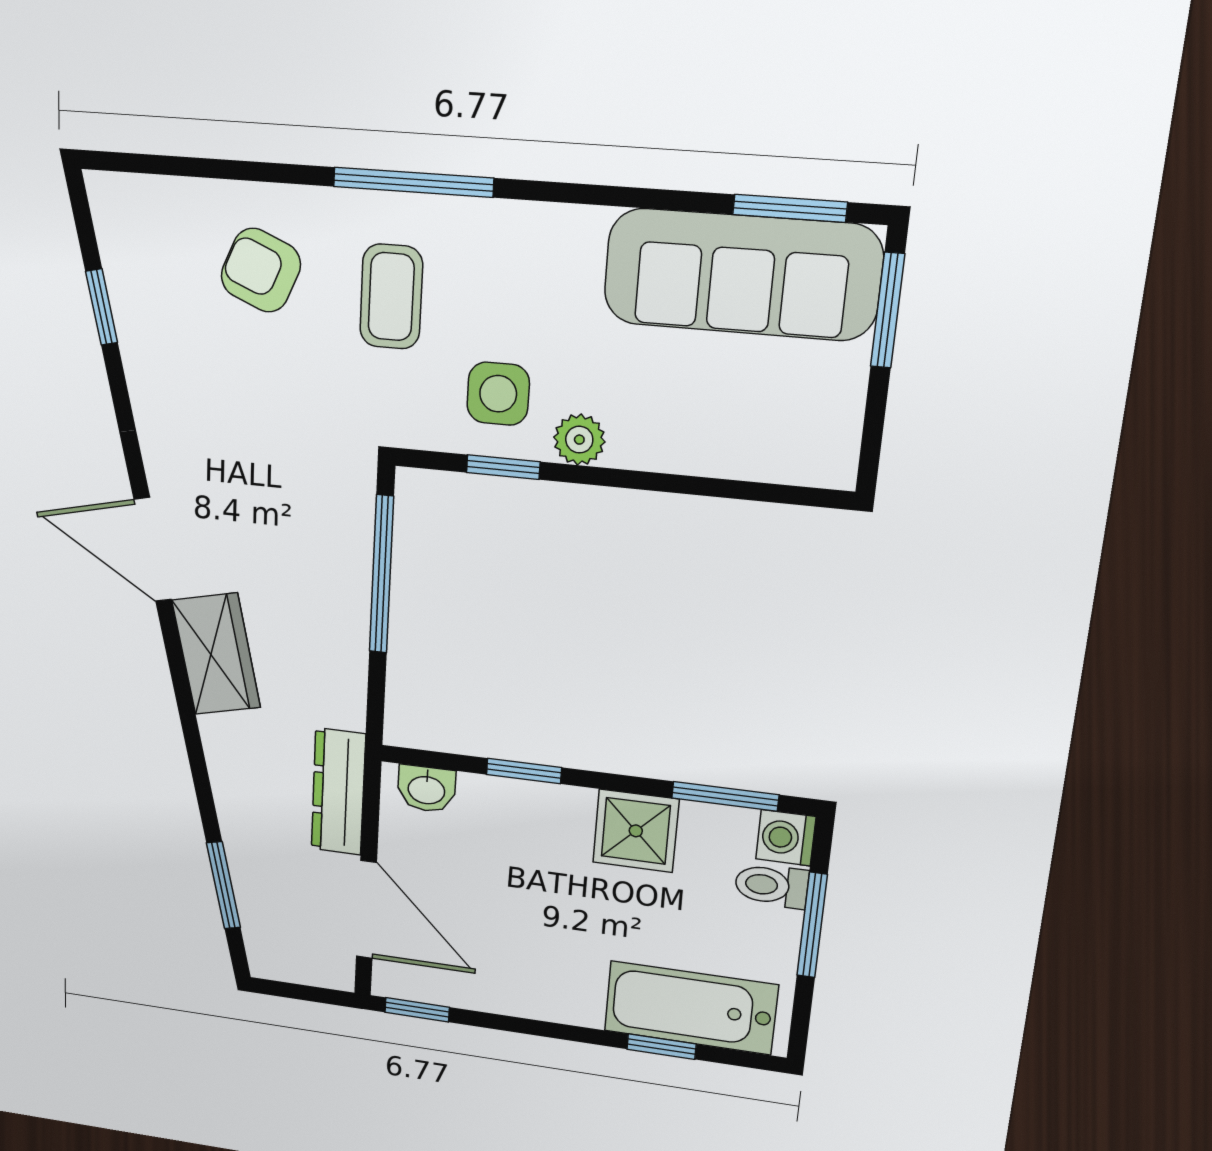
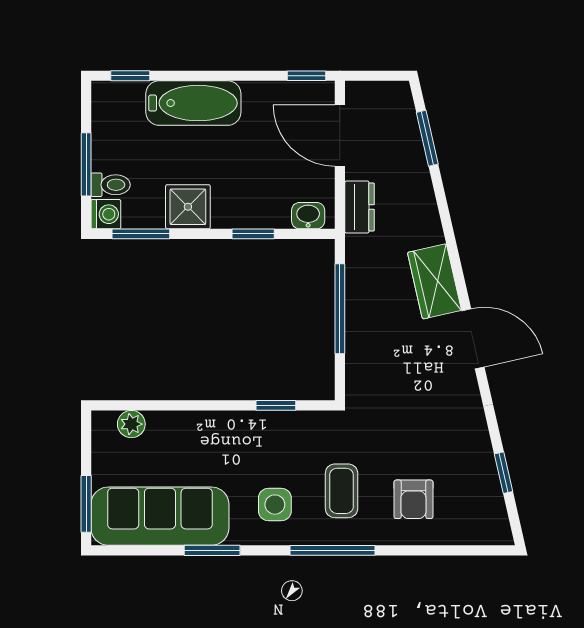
window: (790, 208) -> (212, 550), moved
armchair: (261, 270) -> (413, 499), turned 67
side table: (498, 394) -> (275, 505), moved
plant: (579, 440) -> (131, 424), moved
window: (382, 574) -> (340, 309), moved
dresser: (338, 792) -> (360, 207), width x0.70
bathtub: (691, 1008) -> (193, 103), moved
window: (661, 1047) -> (130, 76), moved

